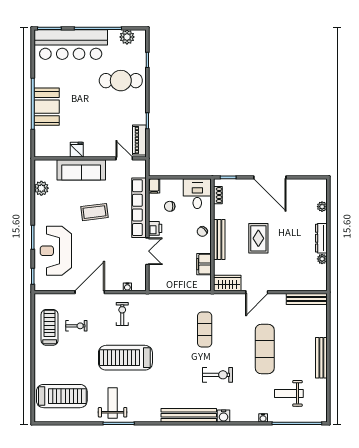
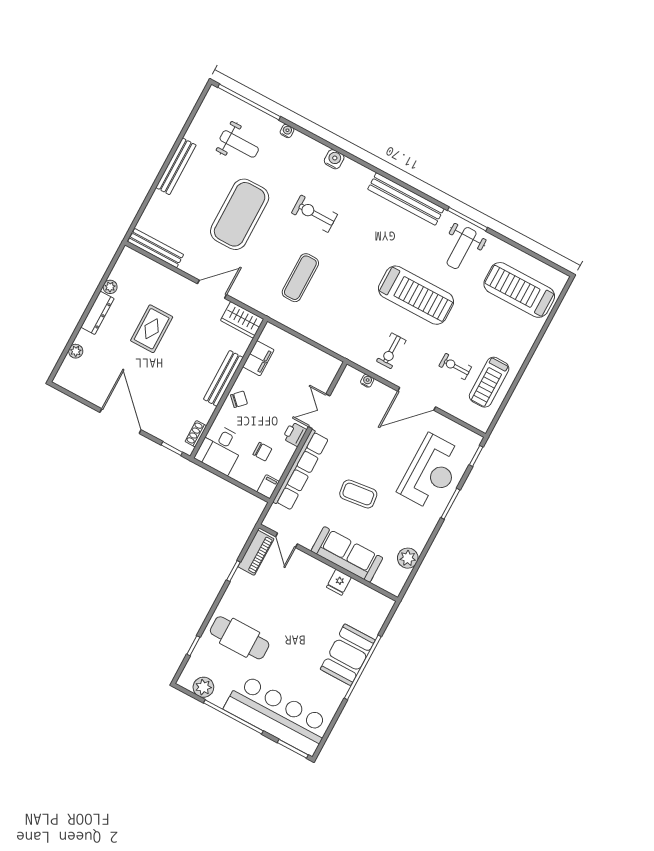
rug: (258, 238) -> (152, 329), moved
exercise mat: (265, 349) -> (240, 214), width x1.47
bench: (189, 415) -> (406, 199), moved

